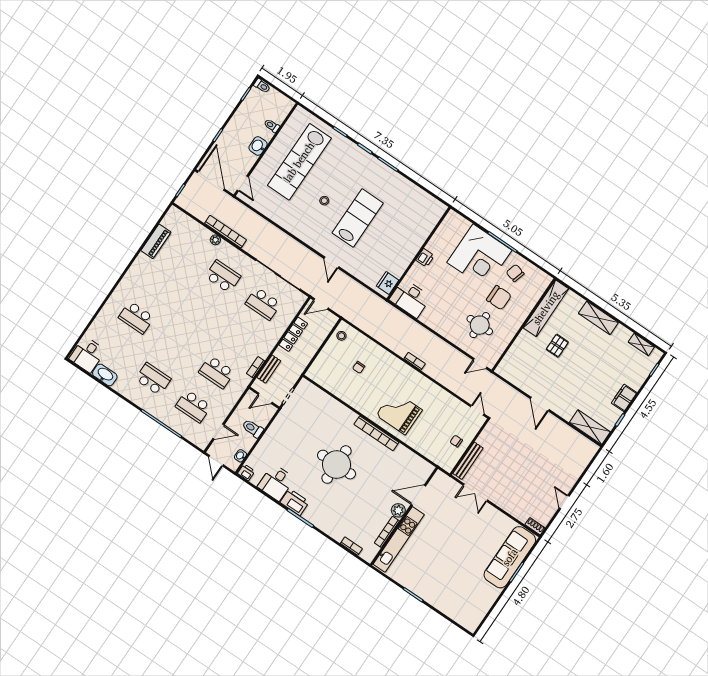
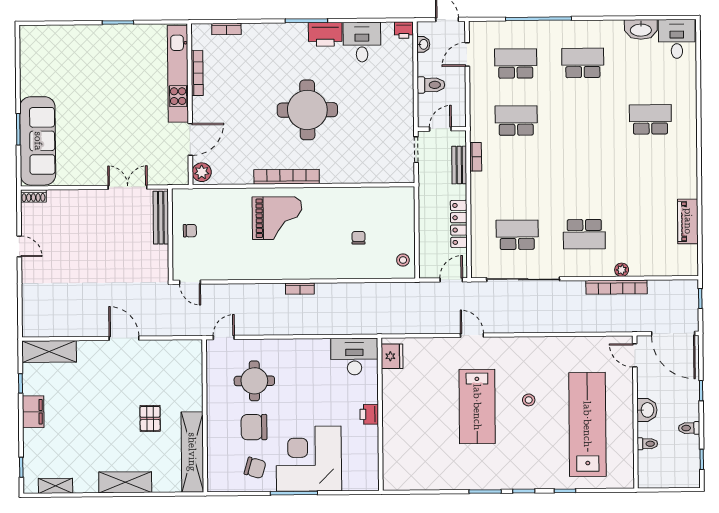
toilet: (262, 86) -> (689, 428), moved
school desk: (153, 379) -> (583, 63), turned 180
plant: (398, 510) -> (202, 172), moved

